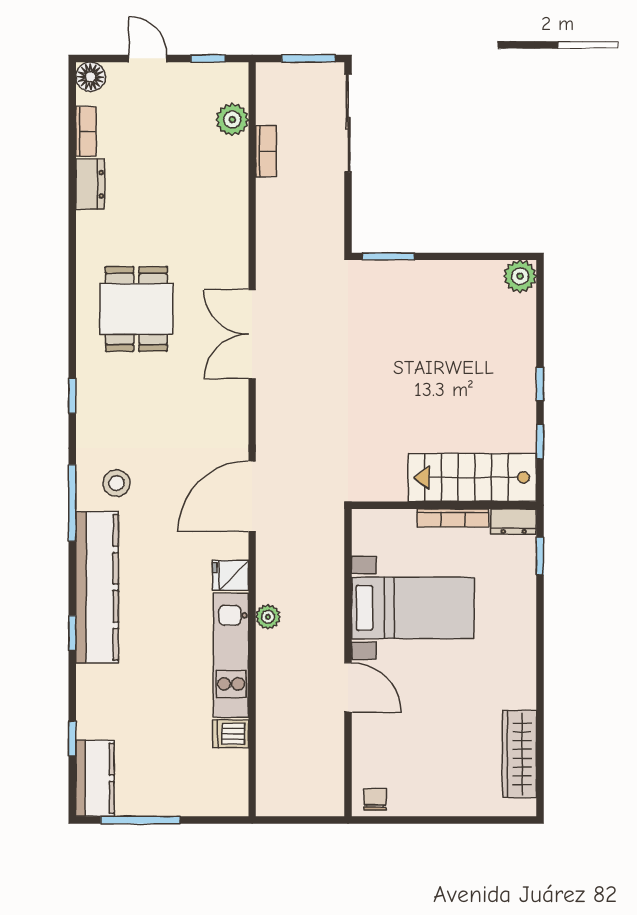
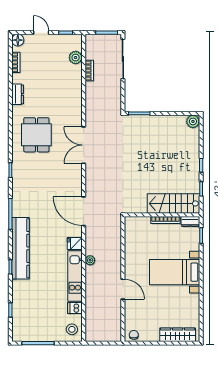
dresser: (90, 184) -> (18, 94), moved
stool: (116, 483) -> (72, 329), moved
door: (252, 496) -> (84, 211), hinge flipped
bed with nightstands: (413, 608) -> (175, 272), moved, turned 180
wardrobe: (519, 754) -> (178, 335), moved, turned 90
kitchen counter: (95, 778) -> (20, 326), removed

